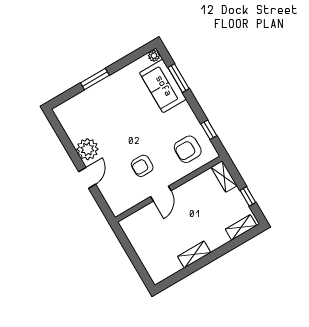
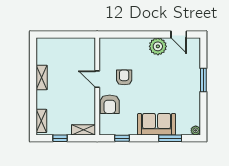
sofa: (163, 86) -> (157, 124), moved
armchair: (188, 149) -> (110, 104), moved, turned 180
door: (87, 178) -> (179, 34), moved

